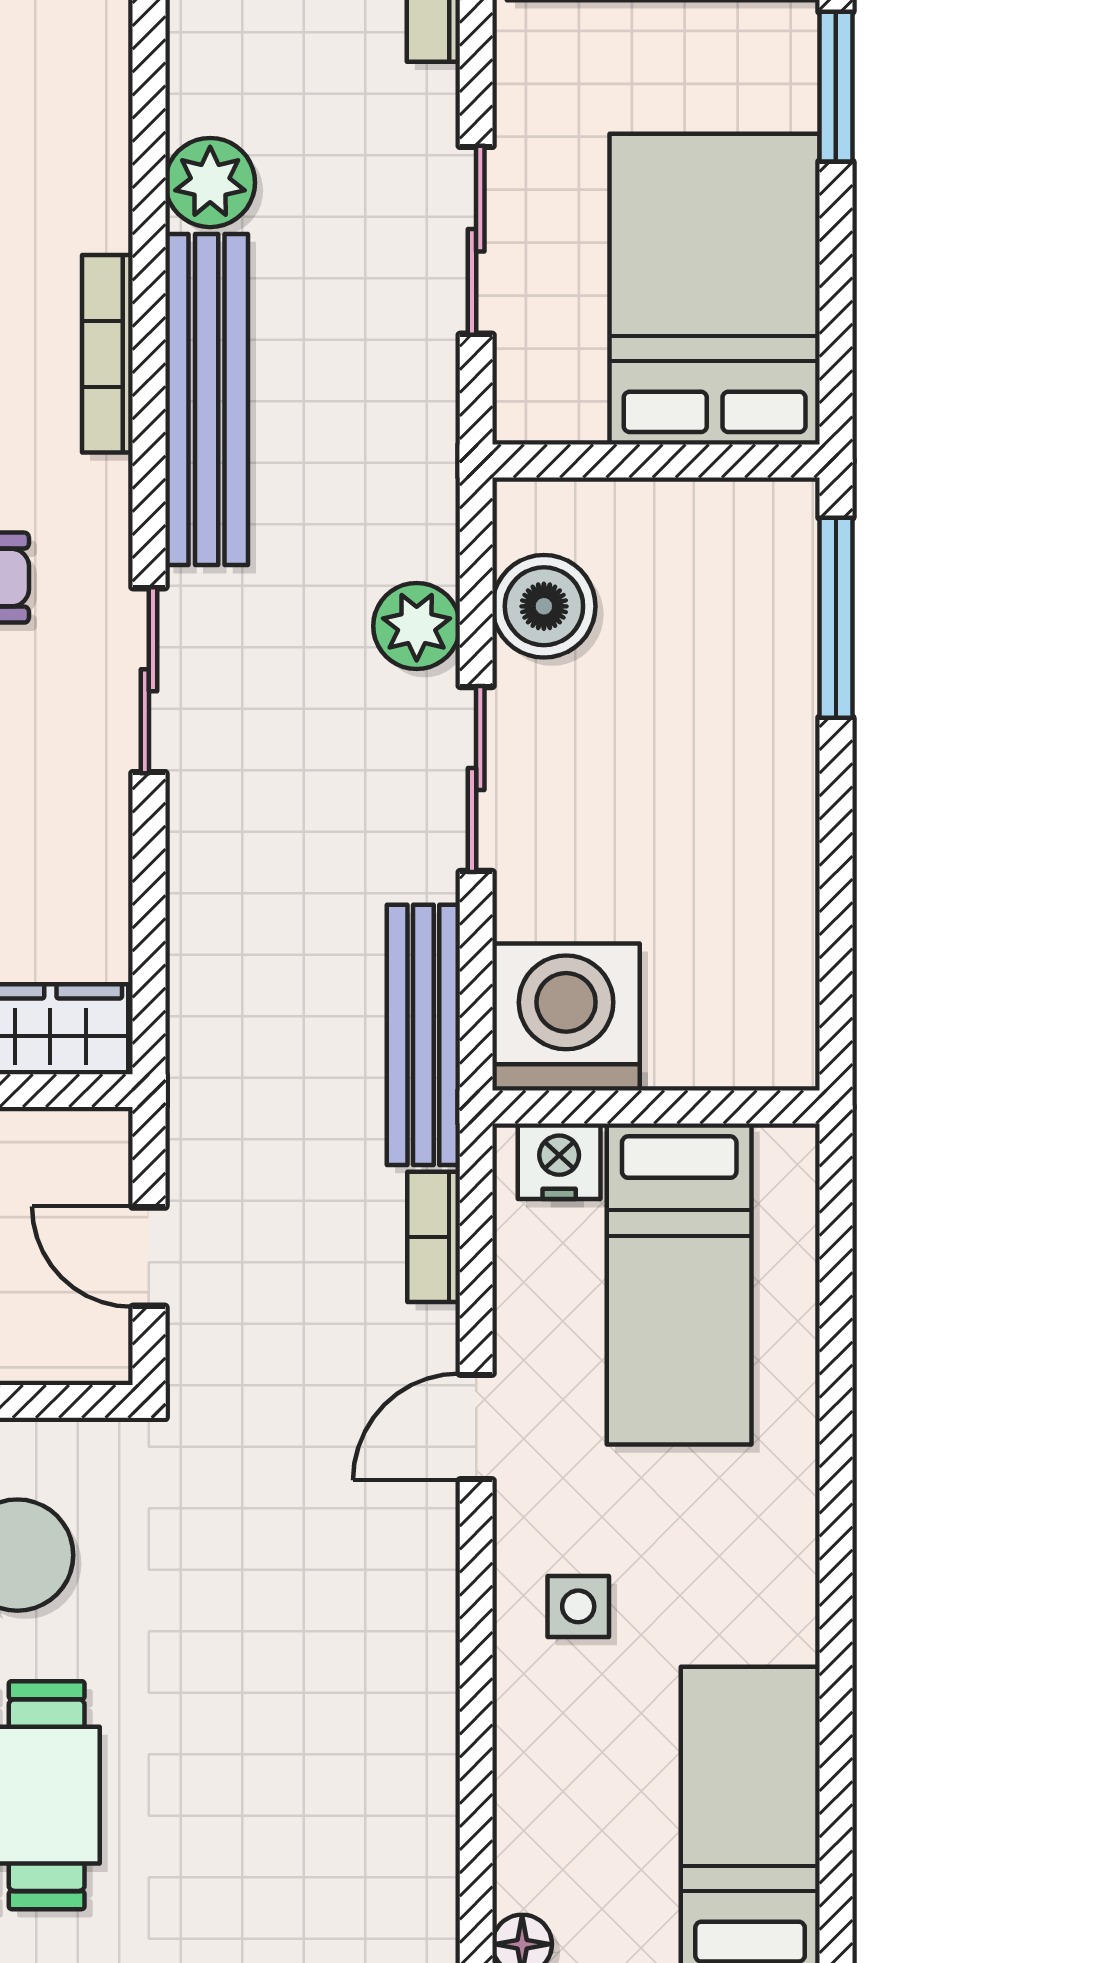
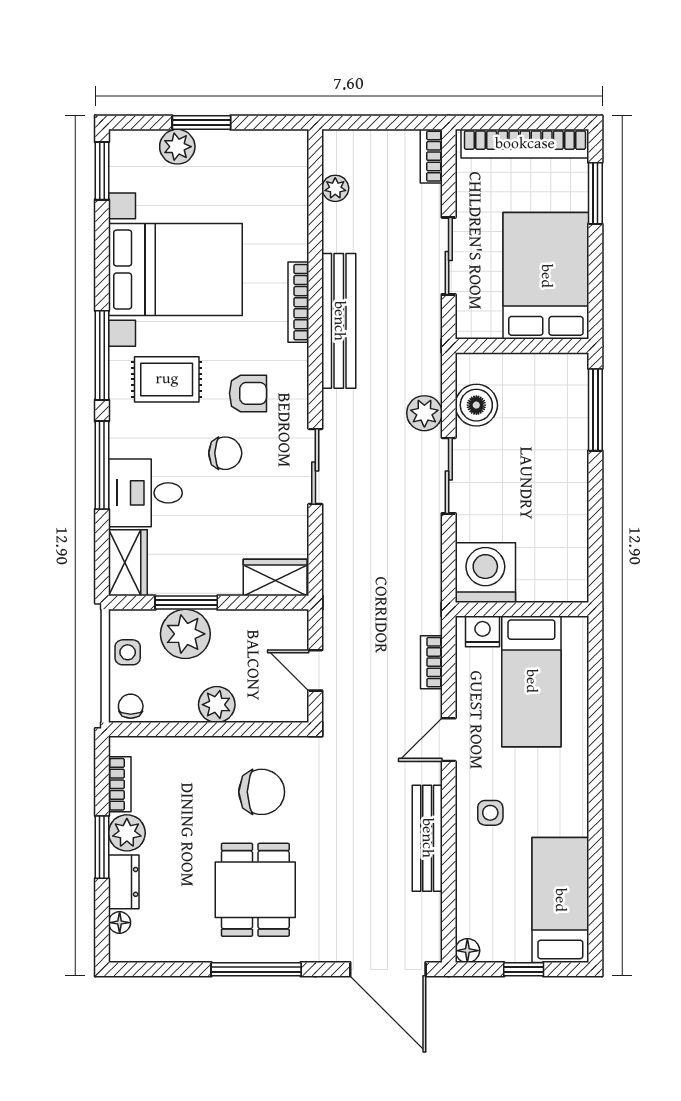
plant: (210, 183) -> (335, 188), moved, width x0.73, depth x0.73
sliding door: (149, 680) -> (315, 466), moved
bench: (423, 1035) -> (427, 838), moved

